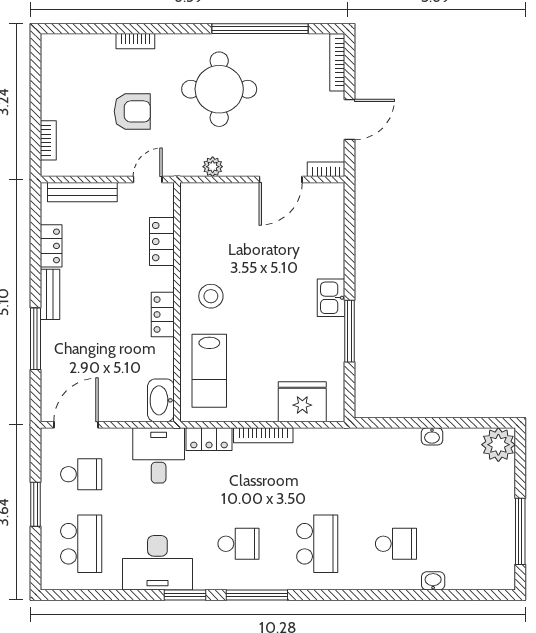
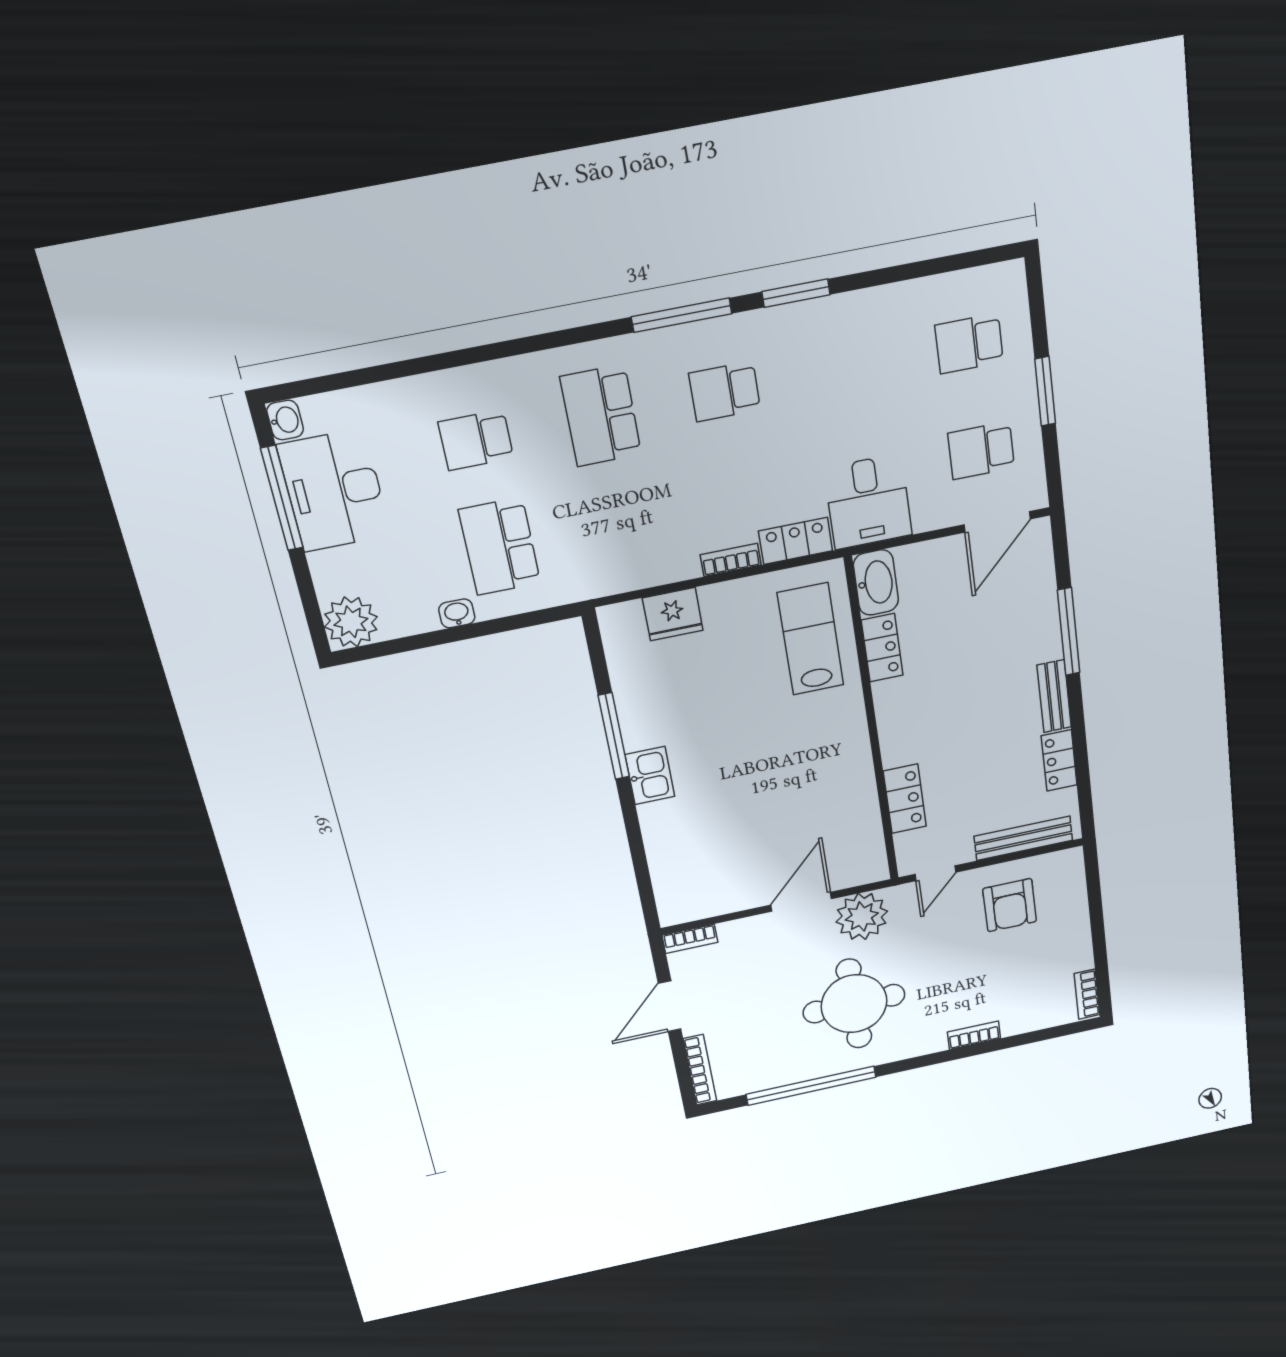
armchair: (132, 111) -> (1010, 905), moved, turned -90
bookcase: (48, 140) -> (1087, 994), moved
plant: (213, 167) -> (862, 917), width x1.88, depth x1.88
door: (281, 180) -> (801, 902), moved
stool: (211, 296) -> (824, 742), removed
locker: (163, 314) -> (882, 648), moved
fridge: (302, 402) -> (673, 614), width x0.73, depth x0.75
bookcase: (263, 435) -> (731, 560), width x0.64
school desk: (396, 474) -> (500, 546), added
school desk: (81, 544) -> (969, 344), width x0.54
desk: (157, 563) -> (334, 490), moved, turned -90
washbasin: (433, 581) -> (285, 420), moved, turned -90

